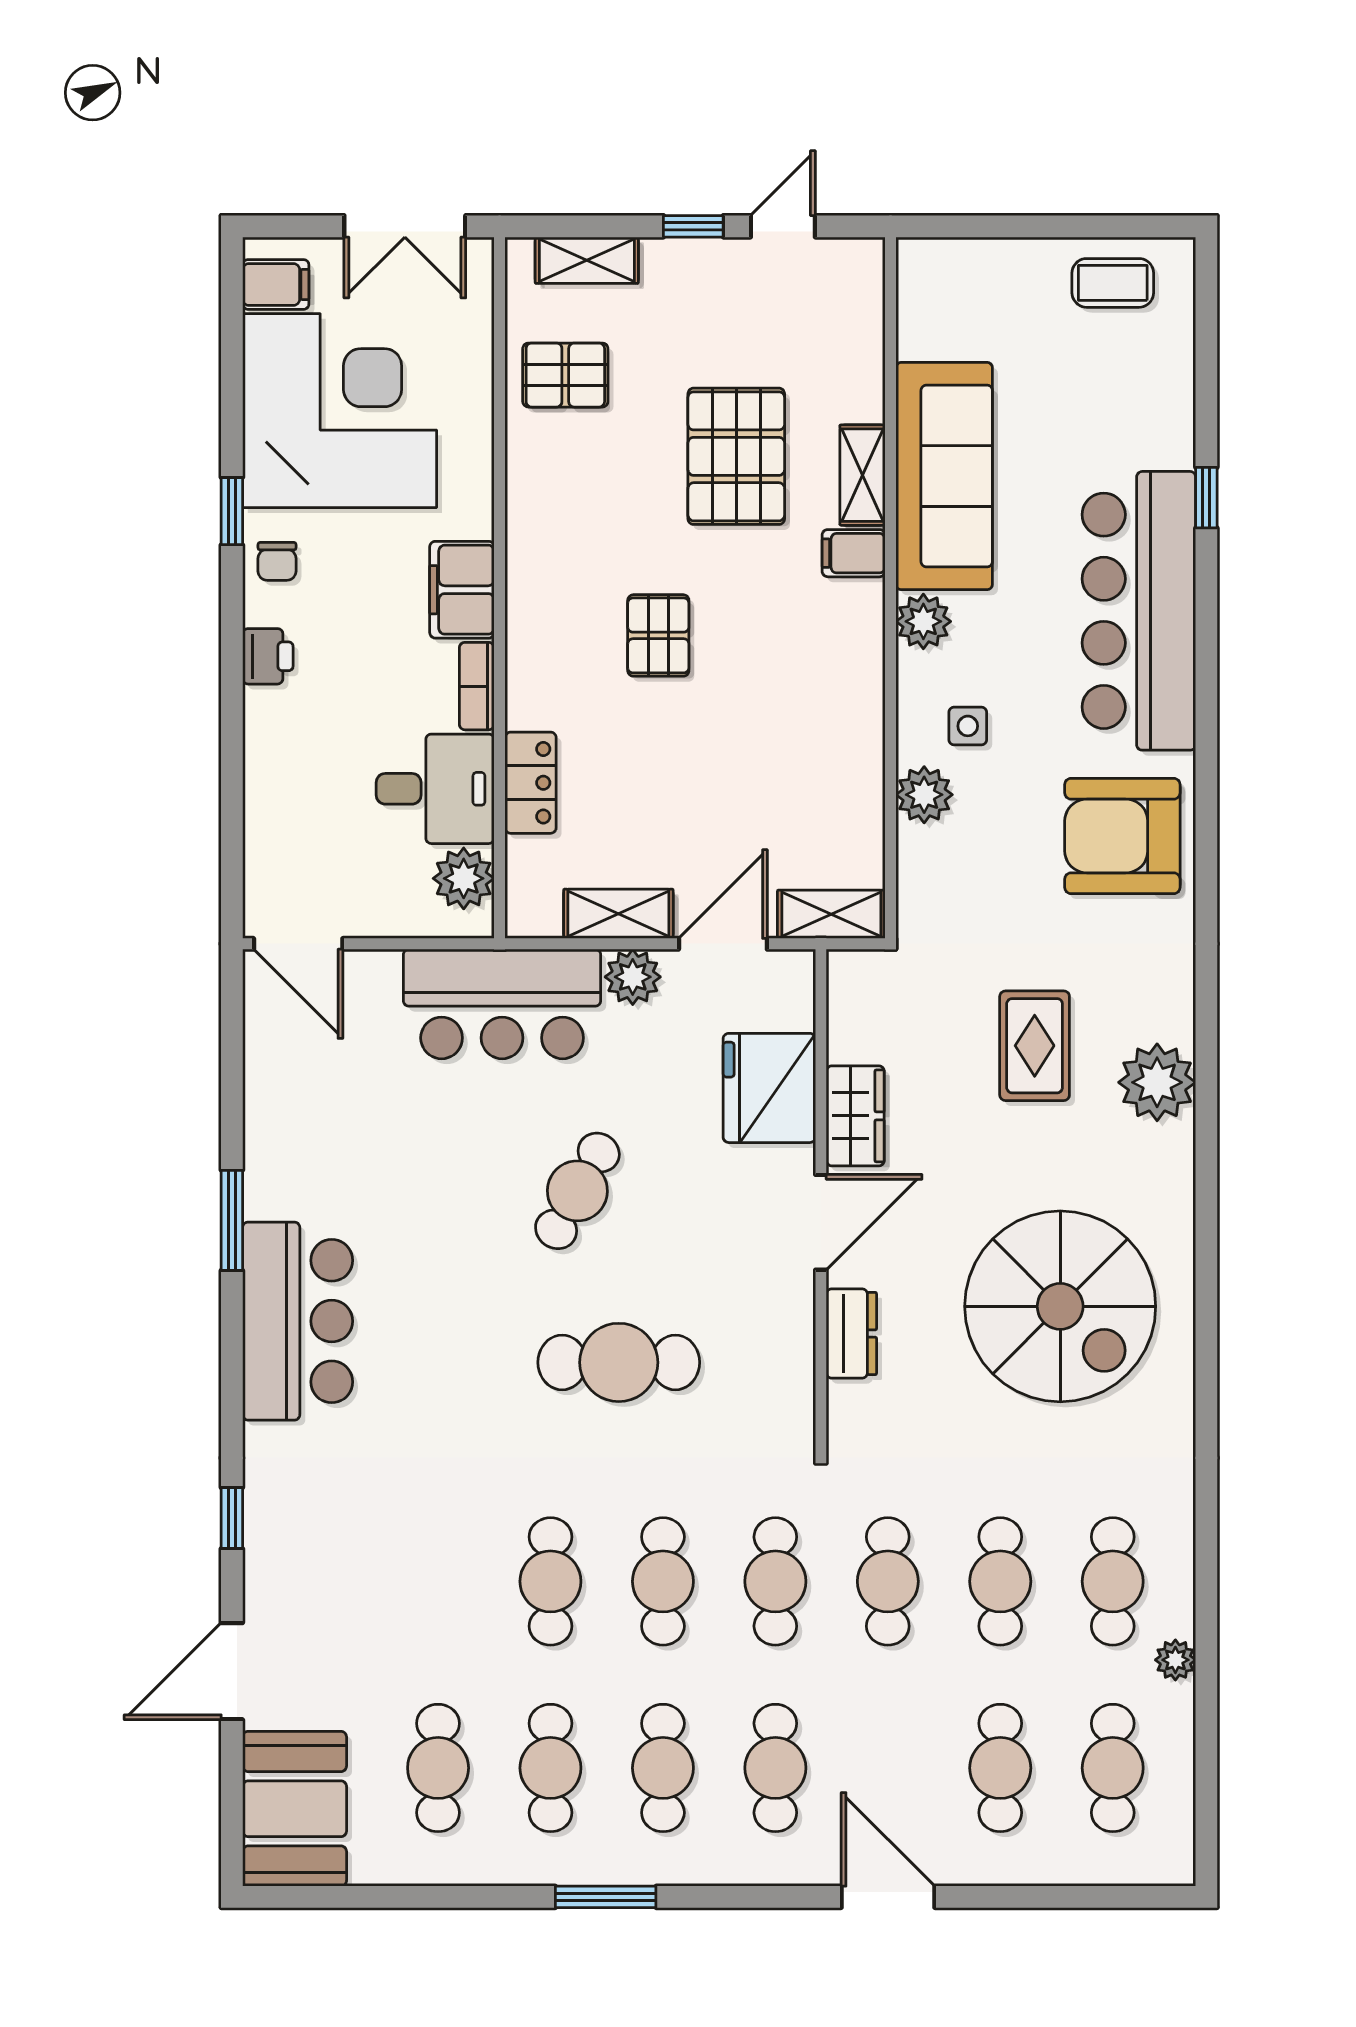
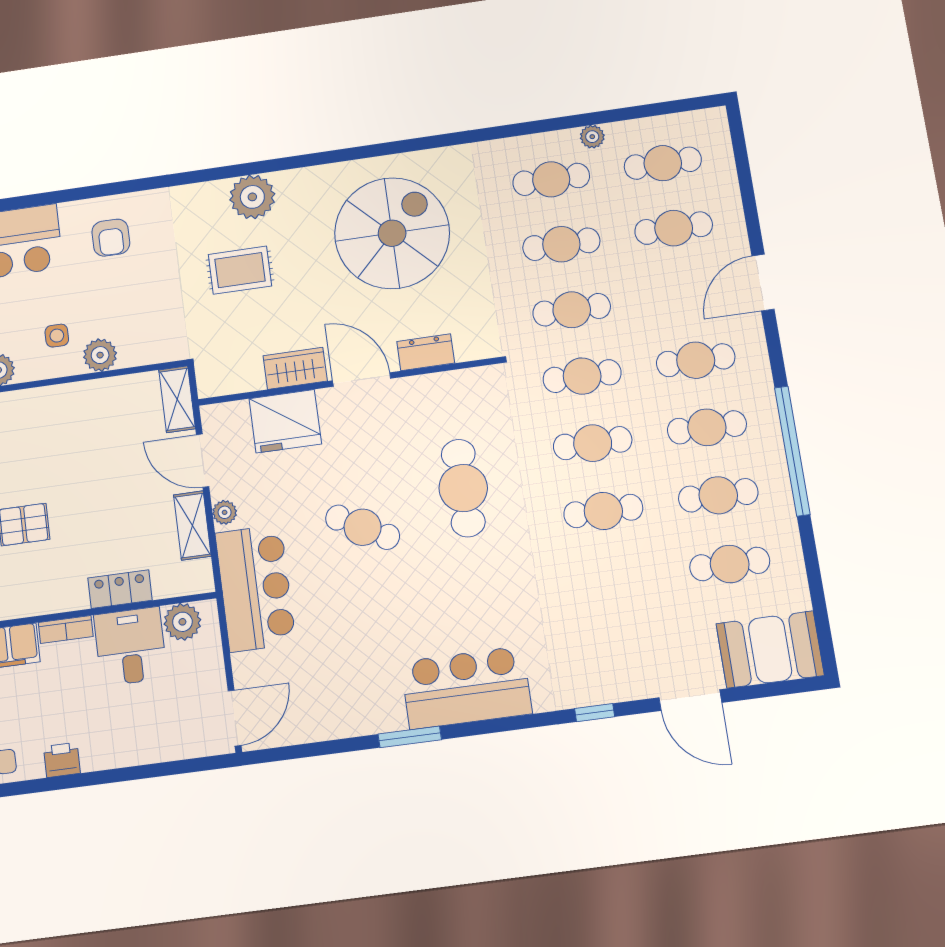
armchair: (1122, 836) -> (111, 238), width x0.53, depth x0.53
plant: (633, 977) -> (225, 512), width x0.73, depth x0.73
window: (606, 1897) -> (792, 451), width x2.11

